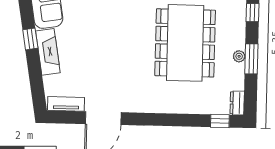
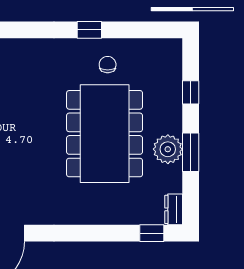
plant: (239, 56) -> (168, 149), width x1.88, depth x1.88

